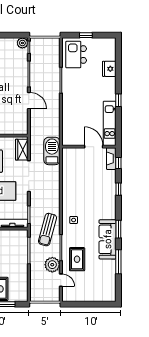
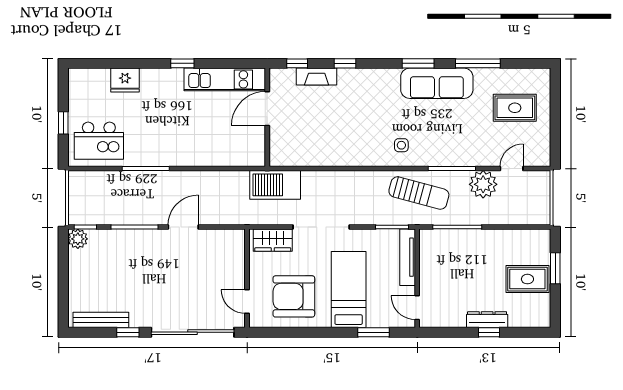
fireplace: (111, 159) -> (317, 77), moved
rug: (77, 259) -> (515, 108), moved

